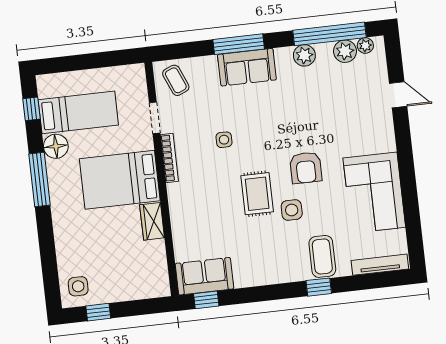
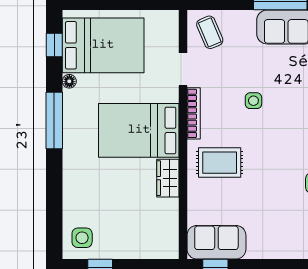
bed: (78, 112) -> (103, 45), width x1.50
floor lamp: (56, 146) -> (69, 81), width x0.53, depth x0.53
rug: (257, 194) -> (220, 163), moved, turned 90

